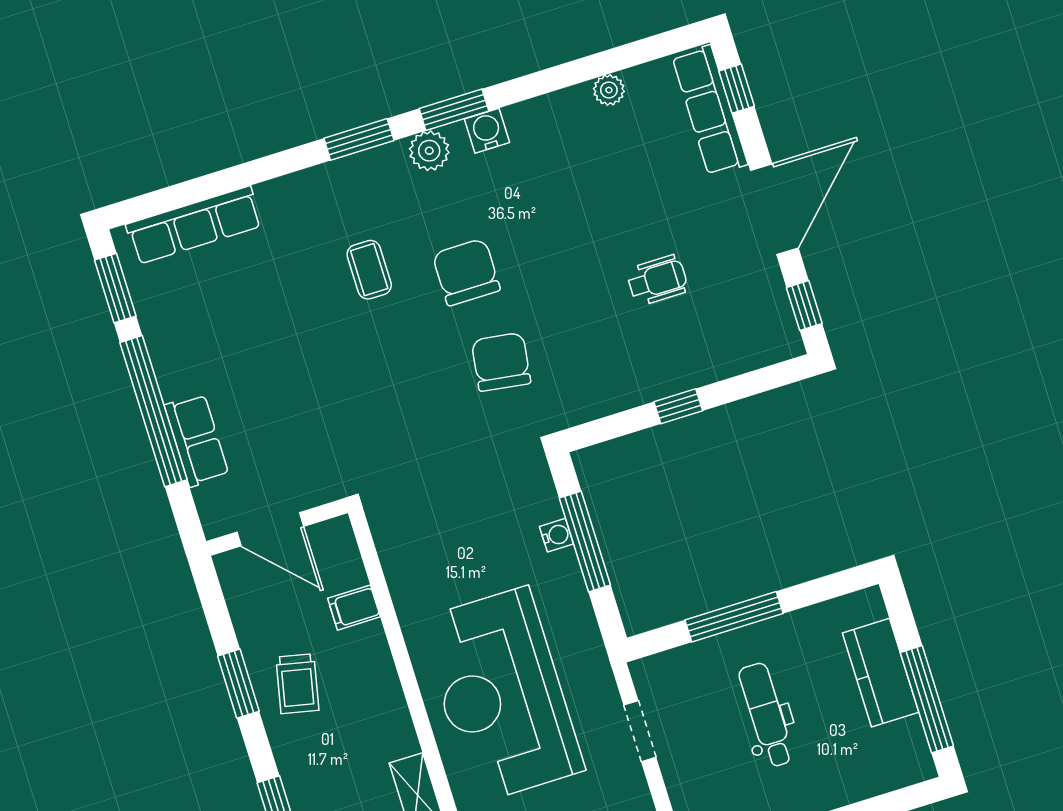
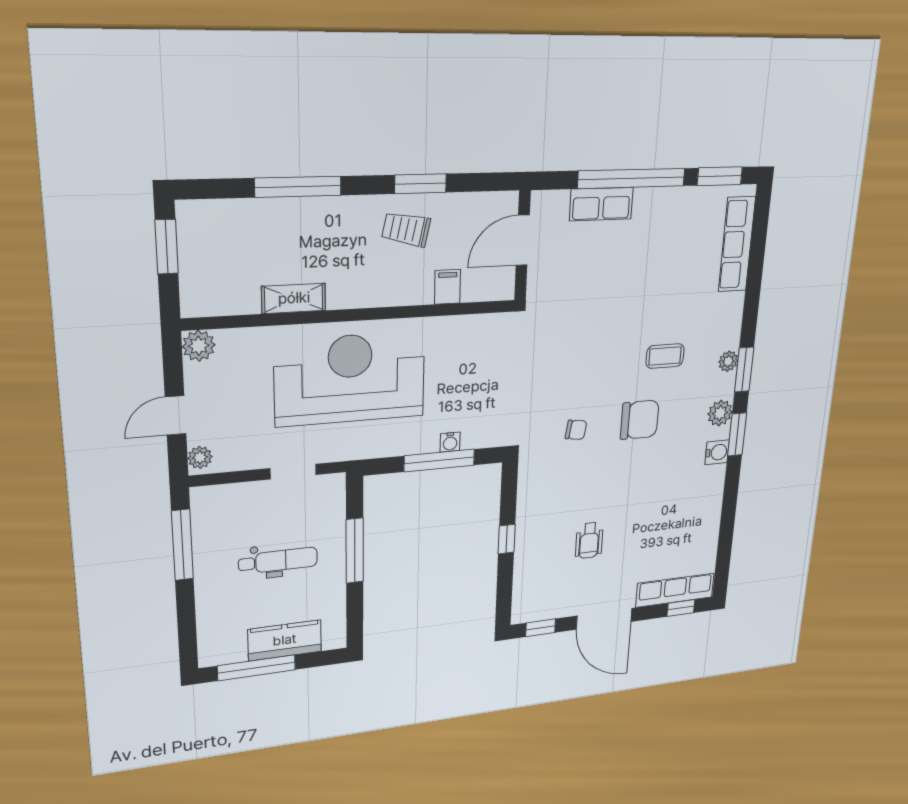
plant: (609, 90) -> (728, 361), moved
chair: (501, 362) -> (576, 430), width x0.54, depth x0.54

